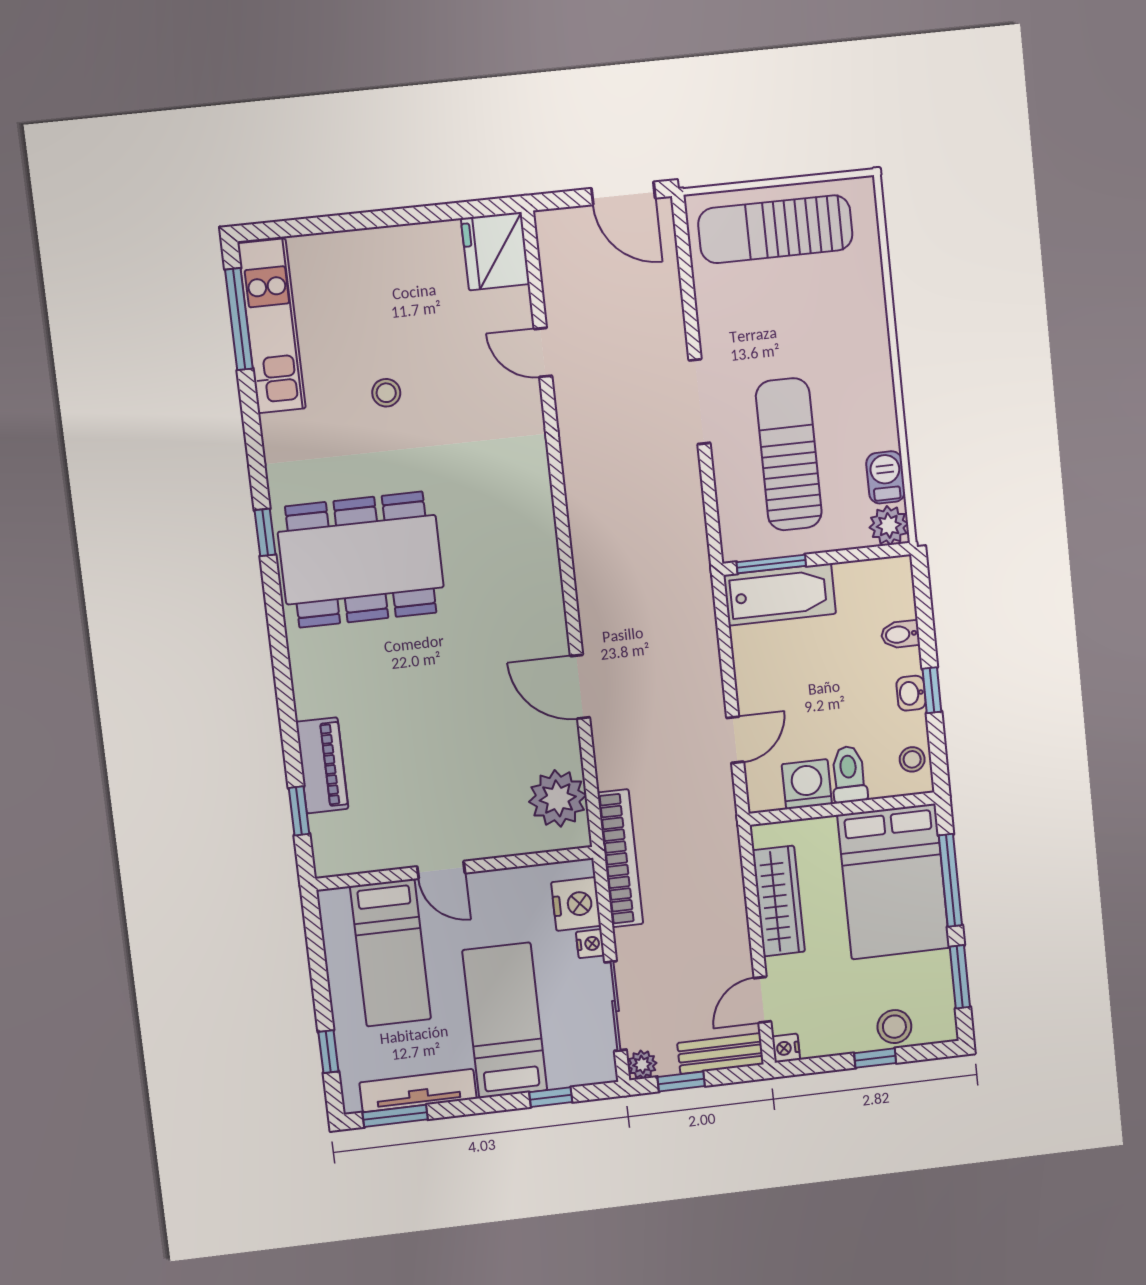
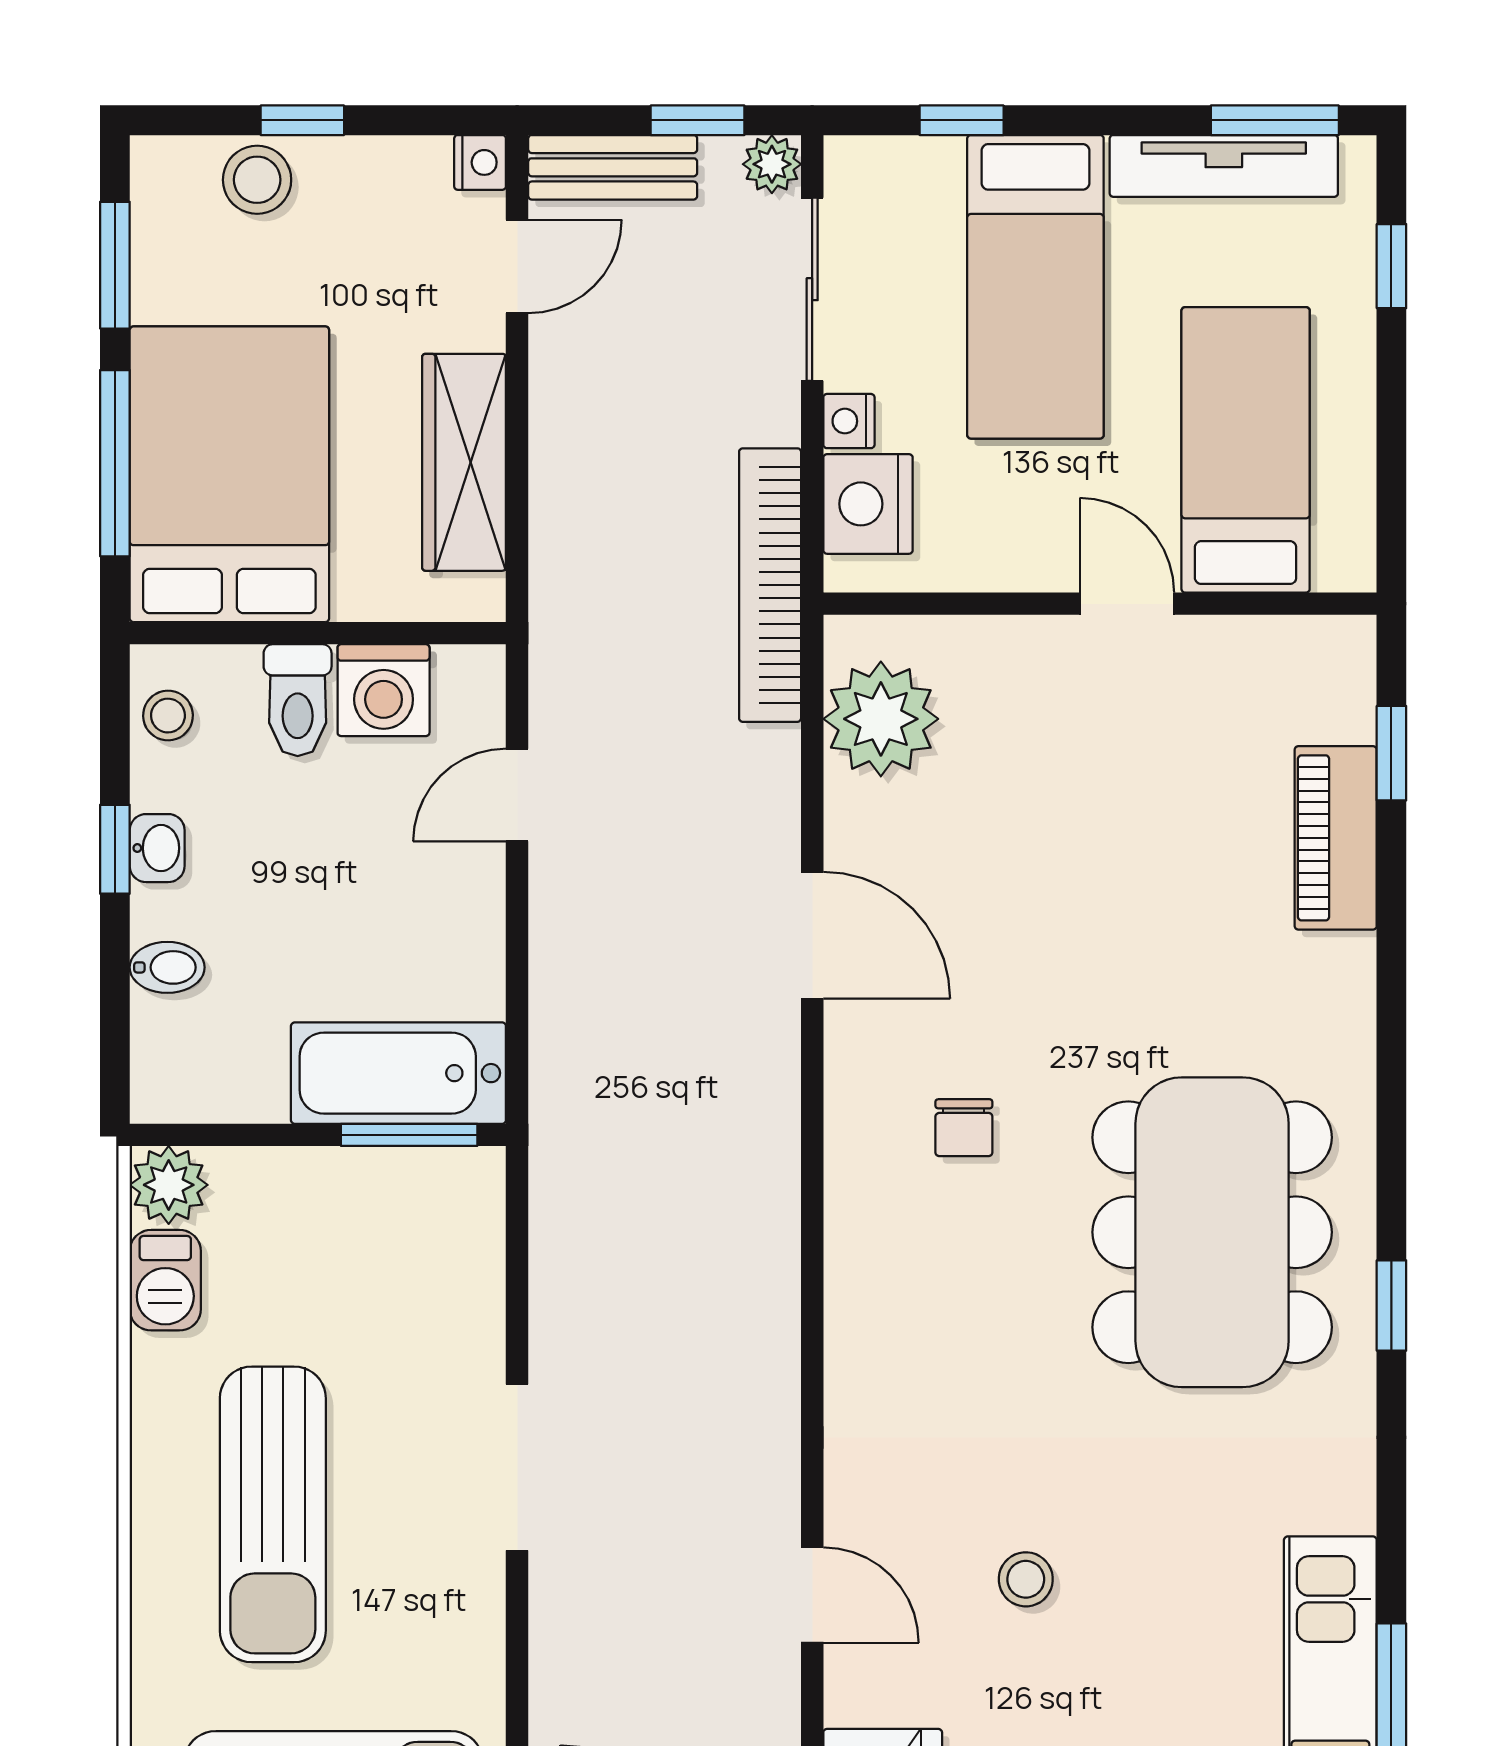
stool: (386, 393) -> (1026, 1579), moved
sun lounger: (789, 454) -> (273, 1514), moved
dining table: (361, 560) -> (1212, 1232), turned 90
chair: (493, 599) -> (964, 1128), added

